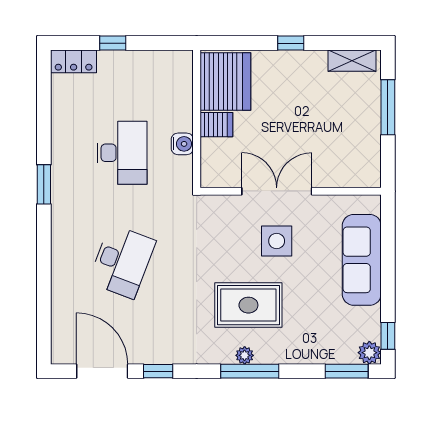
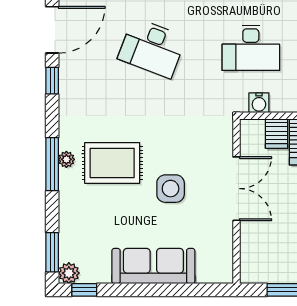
double door: (277, 191) -> (236, 189), moved
wall: (291, 191) -> (236, 201), moved
rug: (248, 305) -> (112, 163), turned 90

